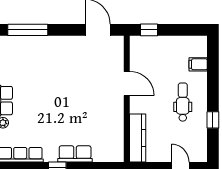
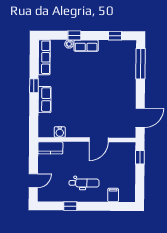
water cooler: (117, 134) -> (60, 132), added
kitchen counter: (138, 138) -> (50, 148), width x0.67

